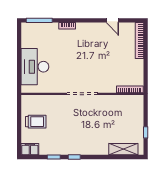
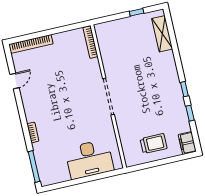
trolley: (36, 122) -> (153, 144), turned 90

